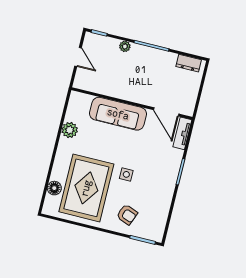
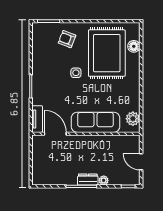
dresser: (189, 63) -> (88, 180), moved
plant: (70, 130) -> (133, 119), moved

